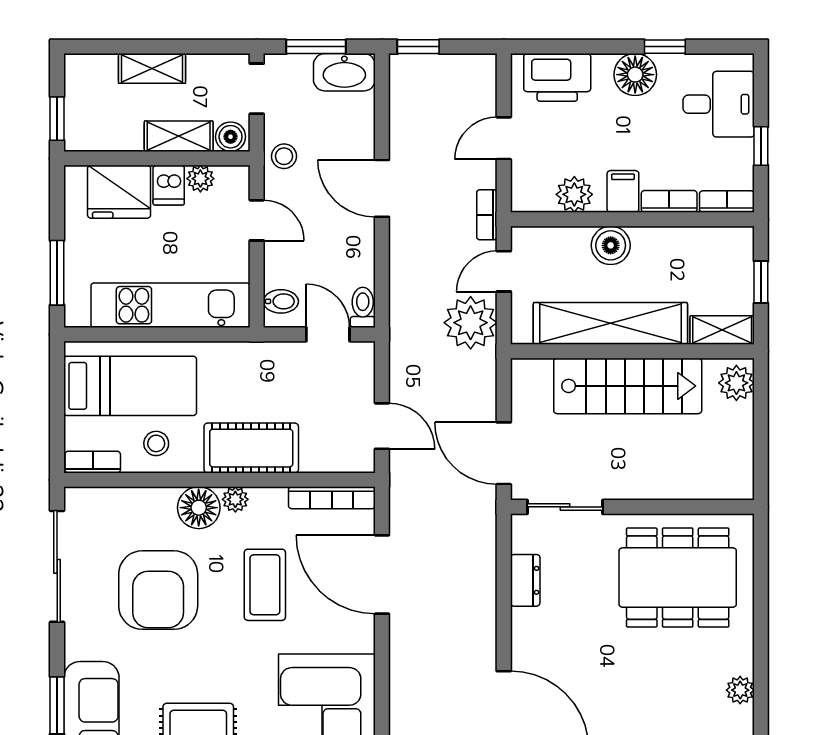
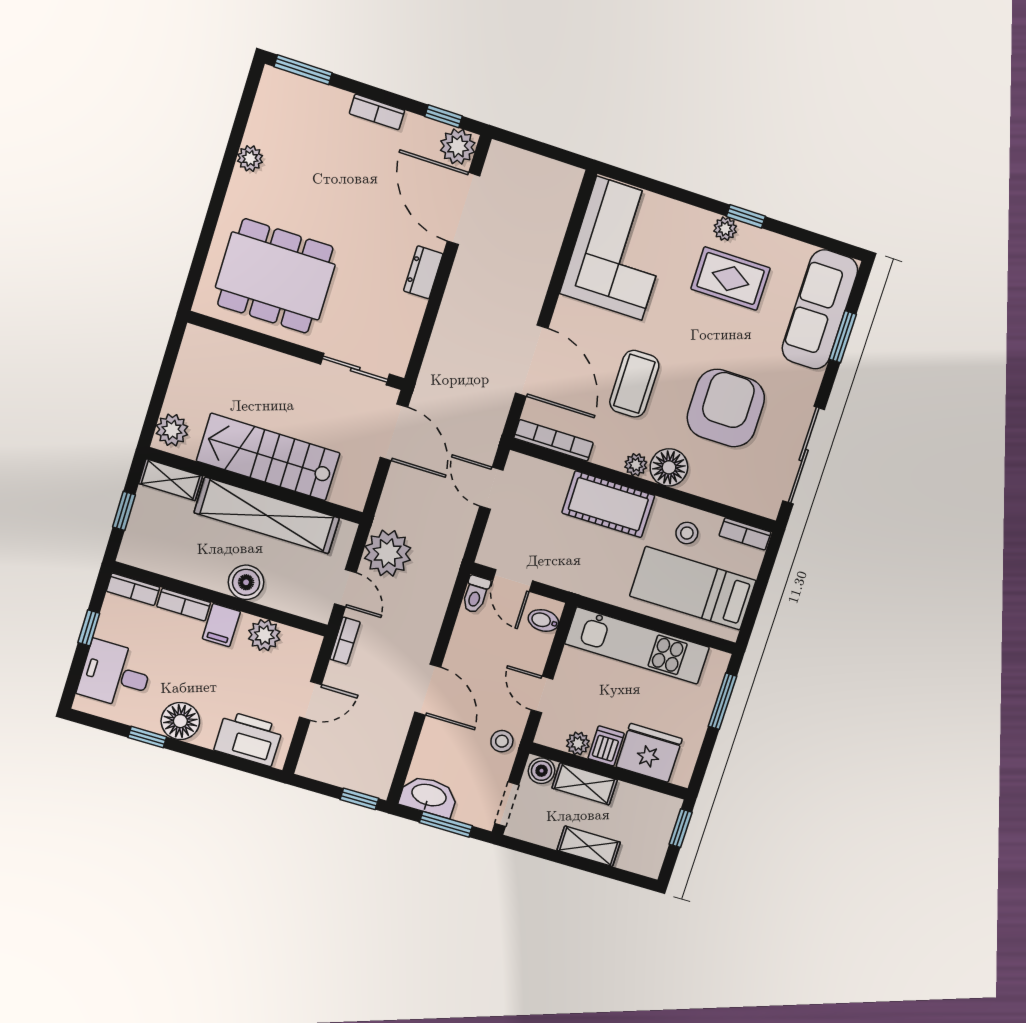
door: (504, 271) -> (345, 588), hinge flipped
dresser: (525, 580) -> (423, 272), moved

